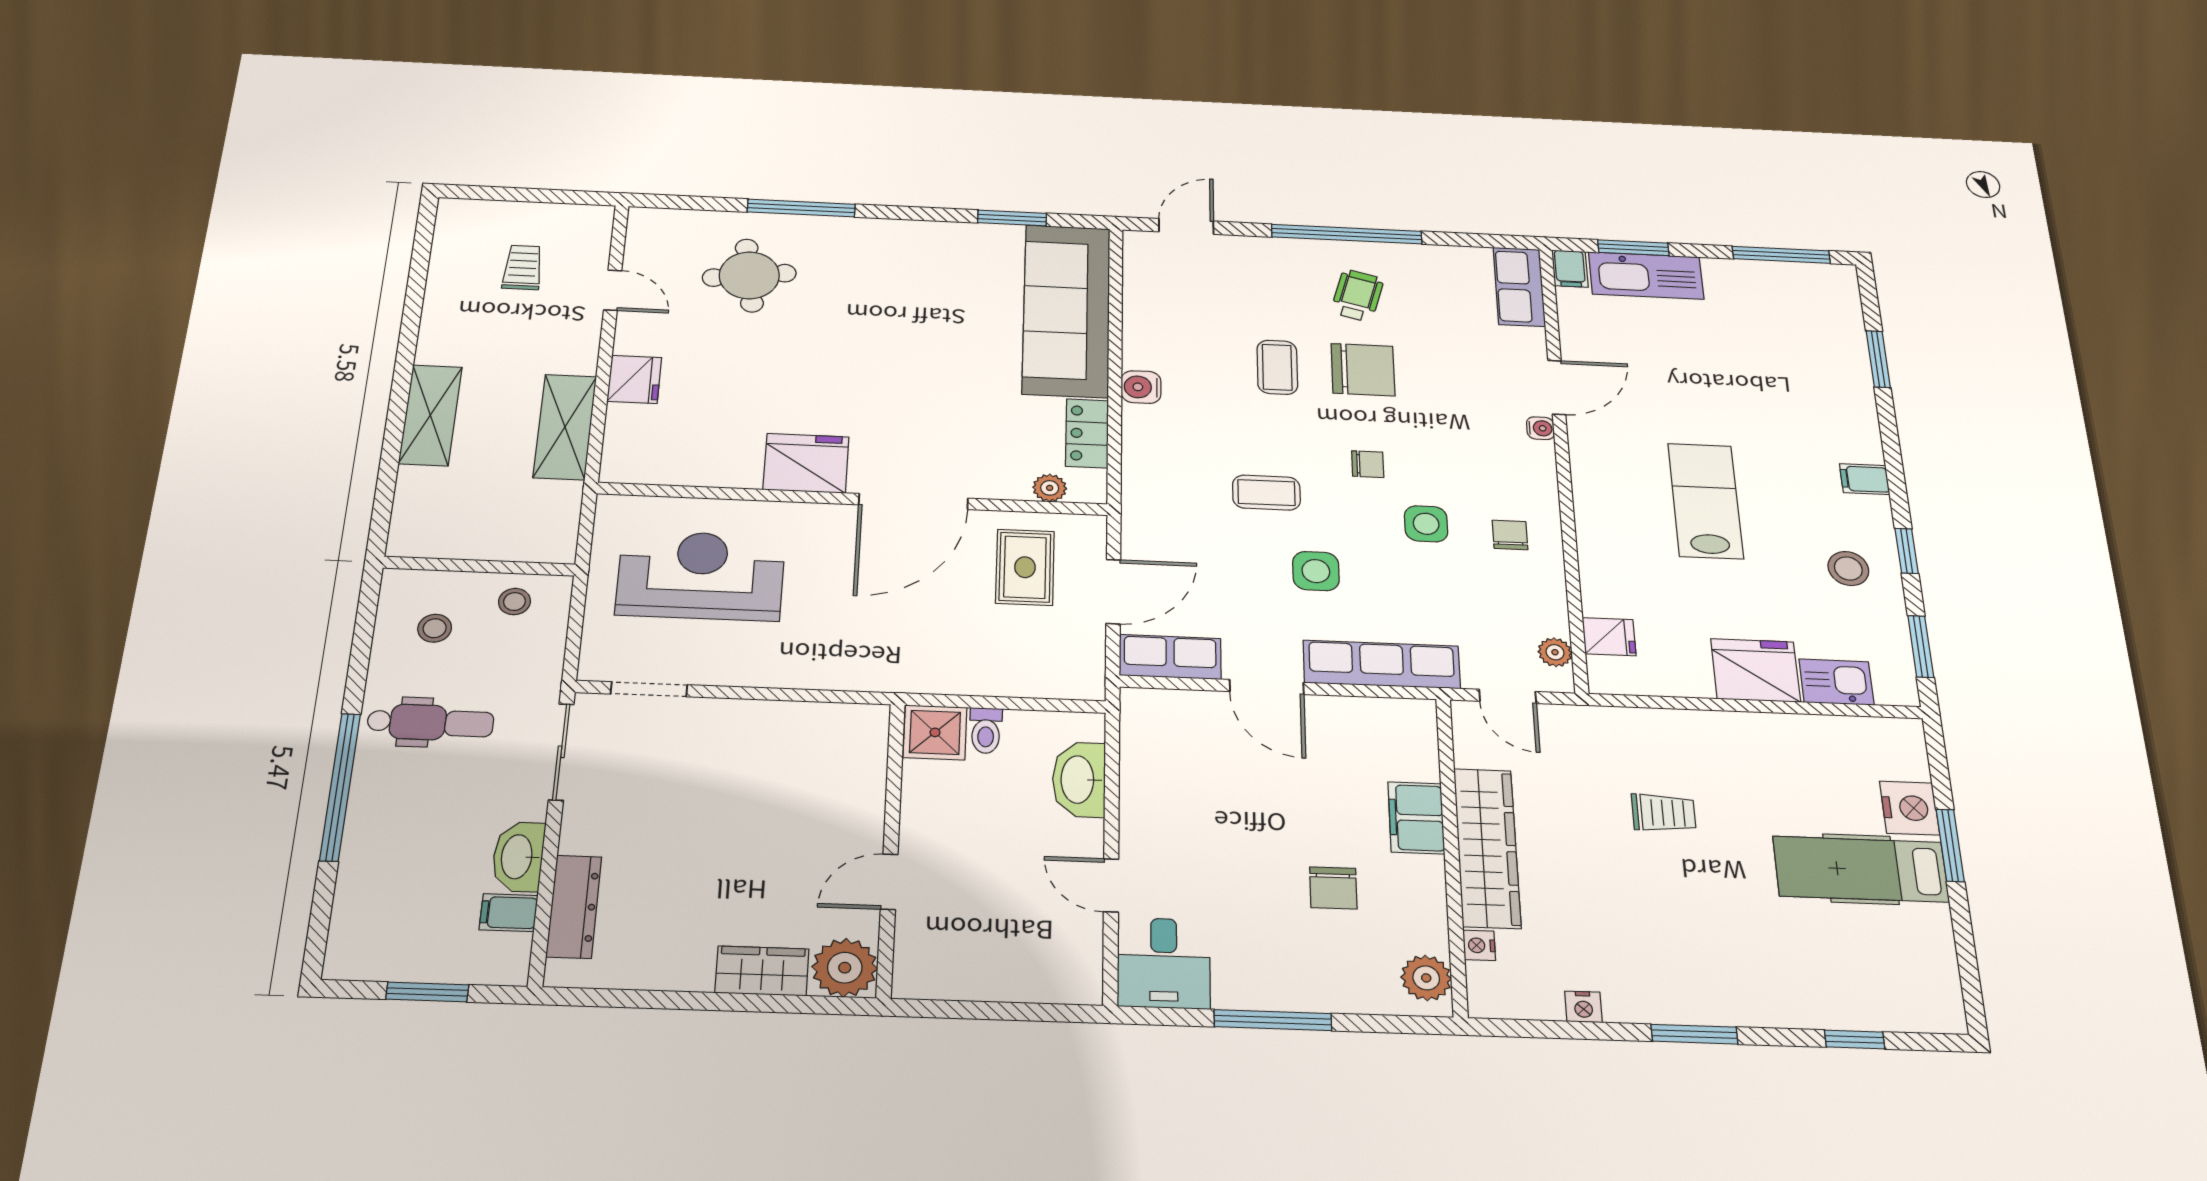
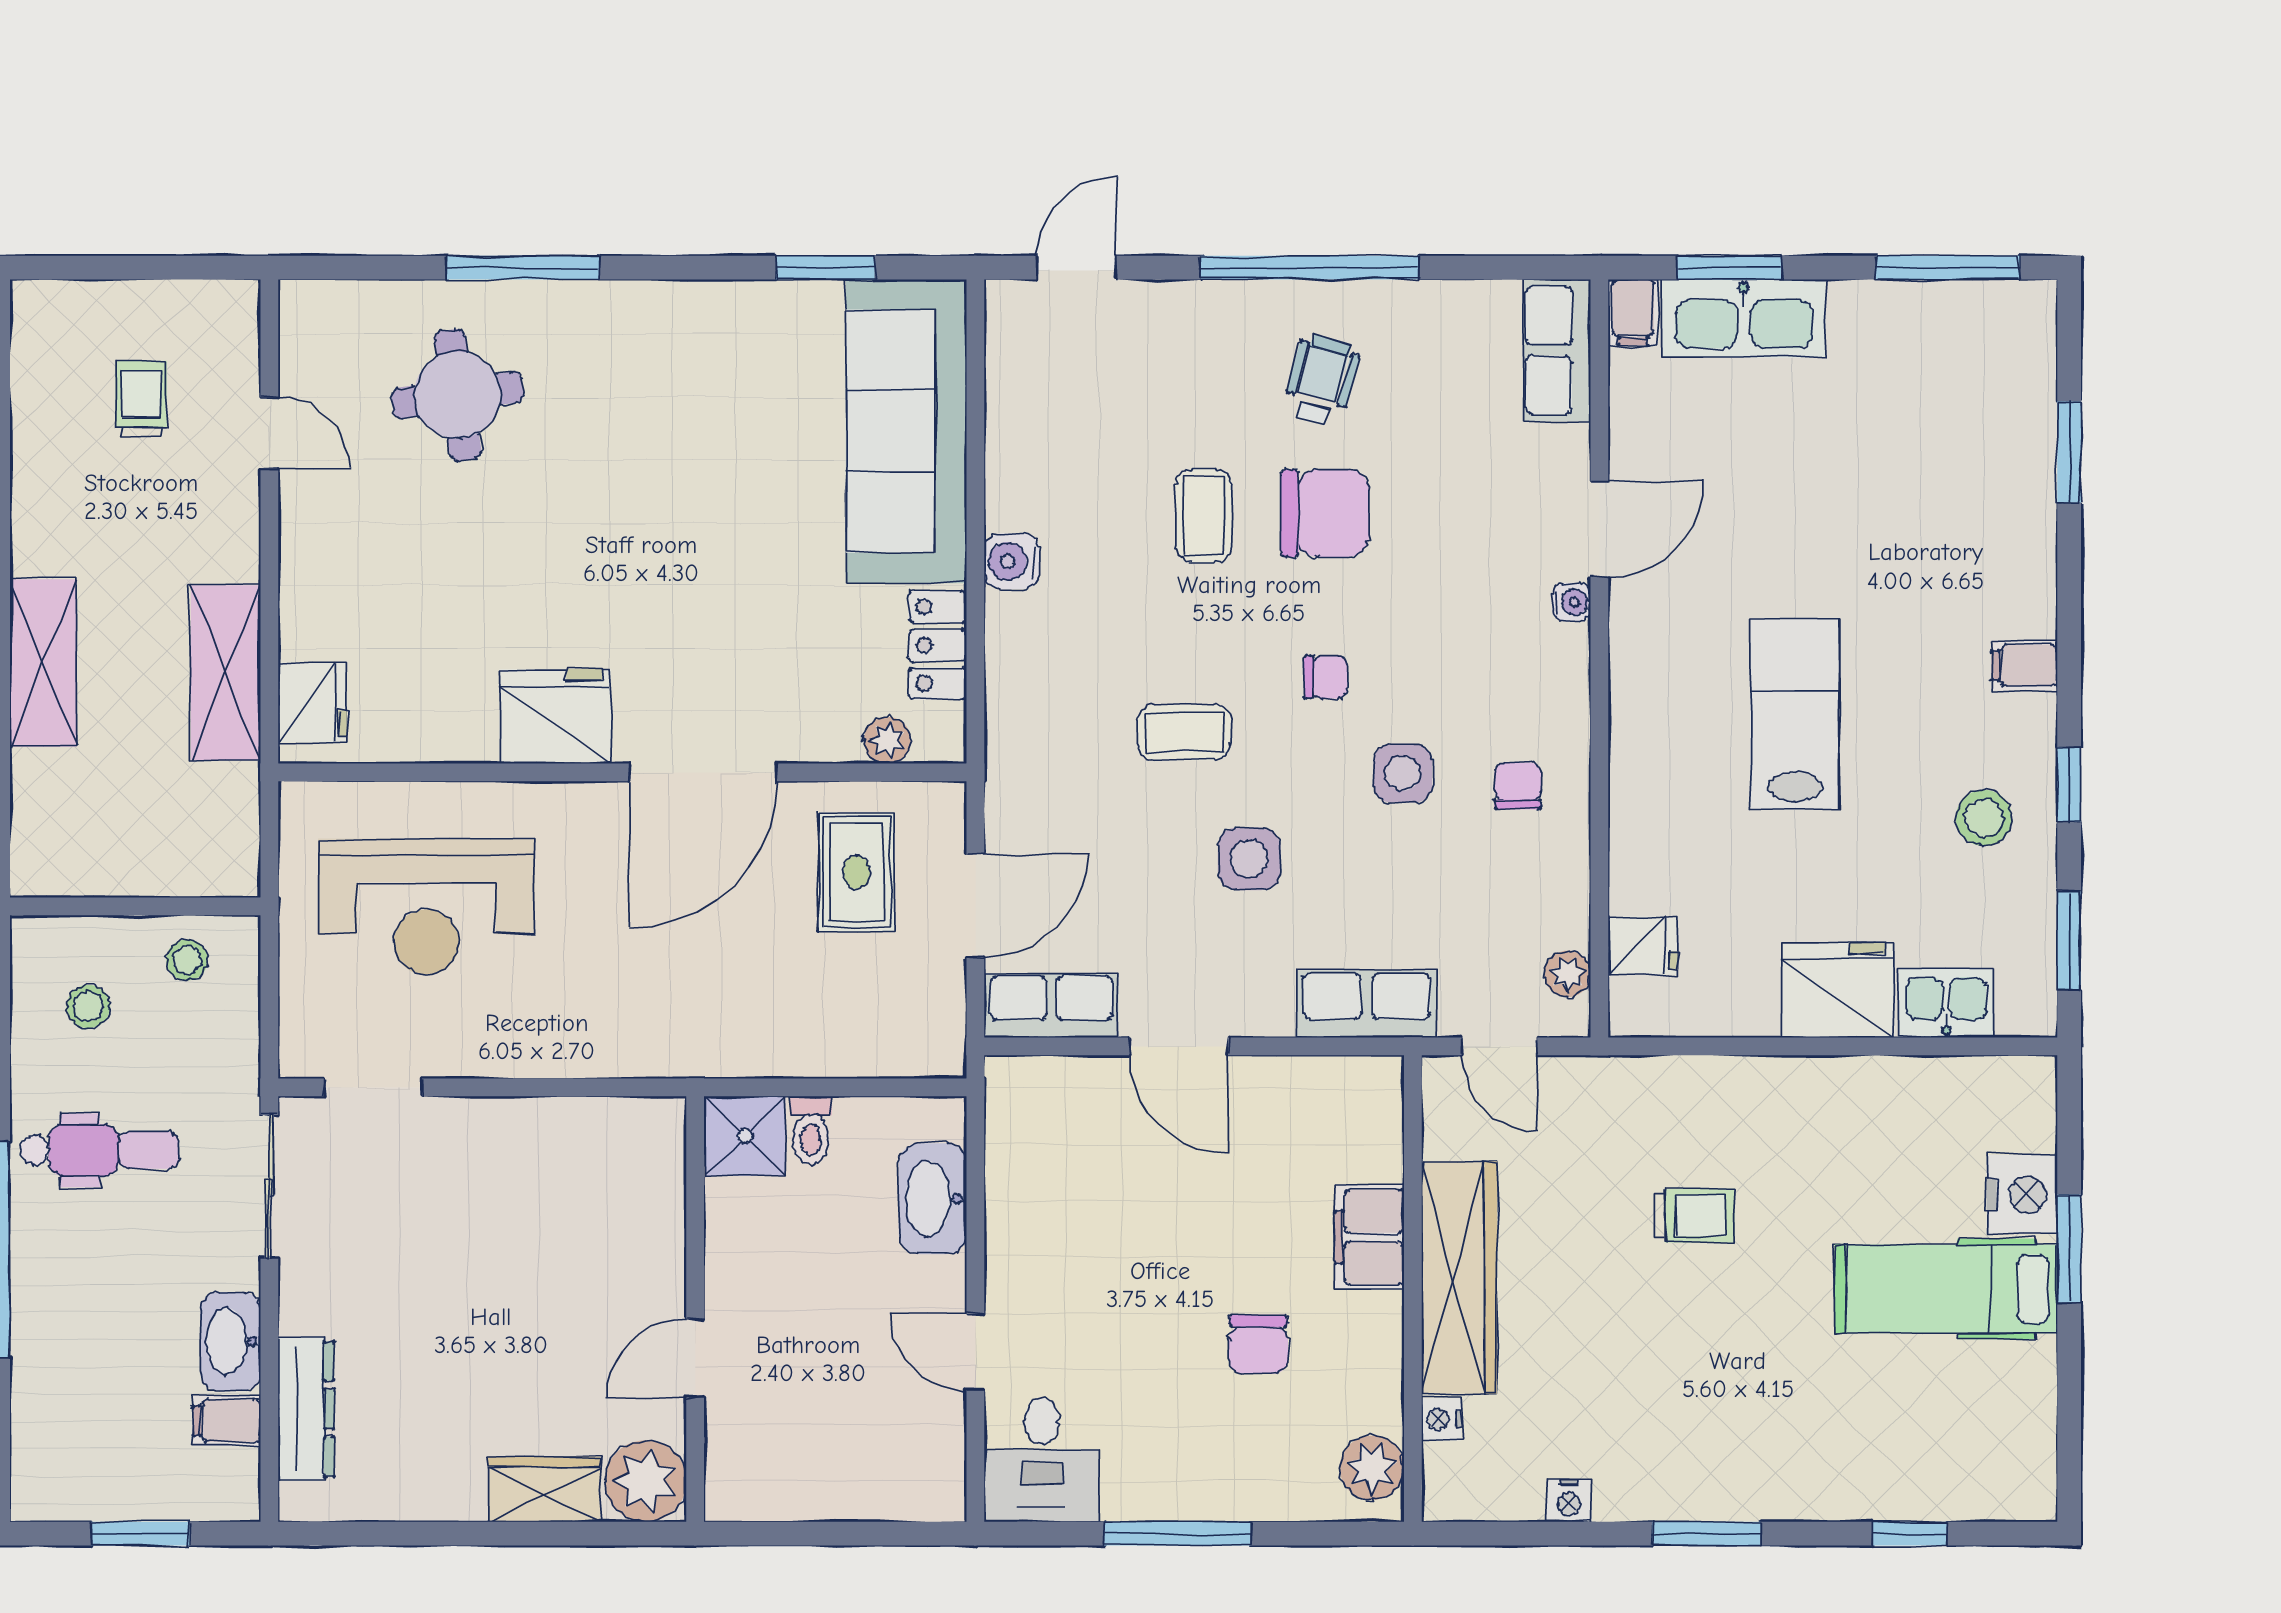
fridge: (634, 379) -> (312, 702), moved
reception desk: (701, 575) -> (426, 907), turned 180
row of seats: (1382, 664) -> (1367, 1004), width x0.68

